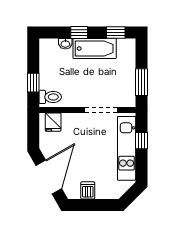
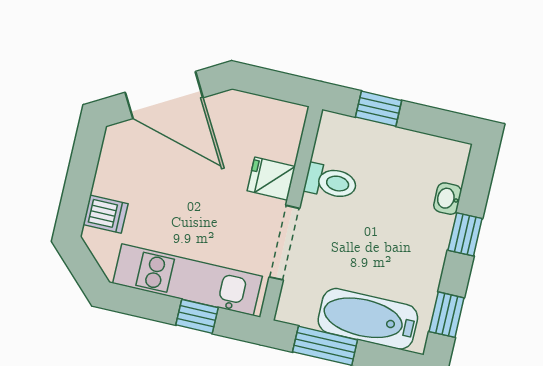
bathtub: (95, 48) -> (368, 319), moved, turned 90
toilet: (50, 97) -> (331, 182), moved, turned -90
fridge: (53, 122) -> (271, 179), moved
dishwasher: (88, 190) -> (105, 214), moved

